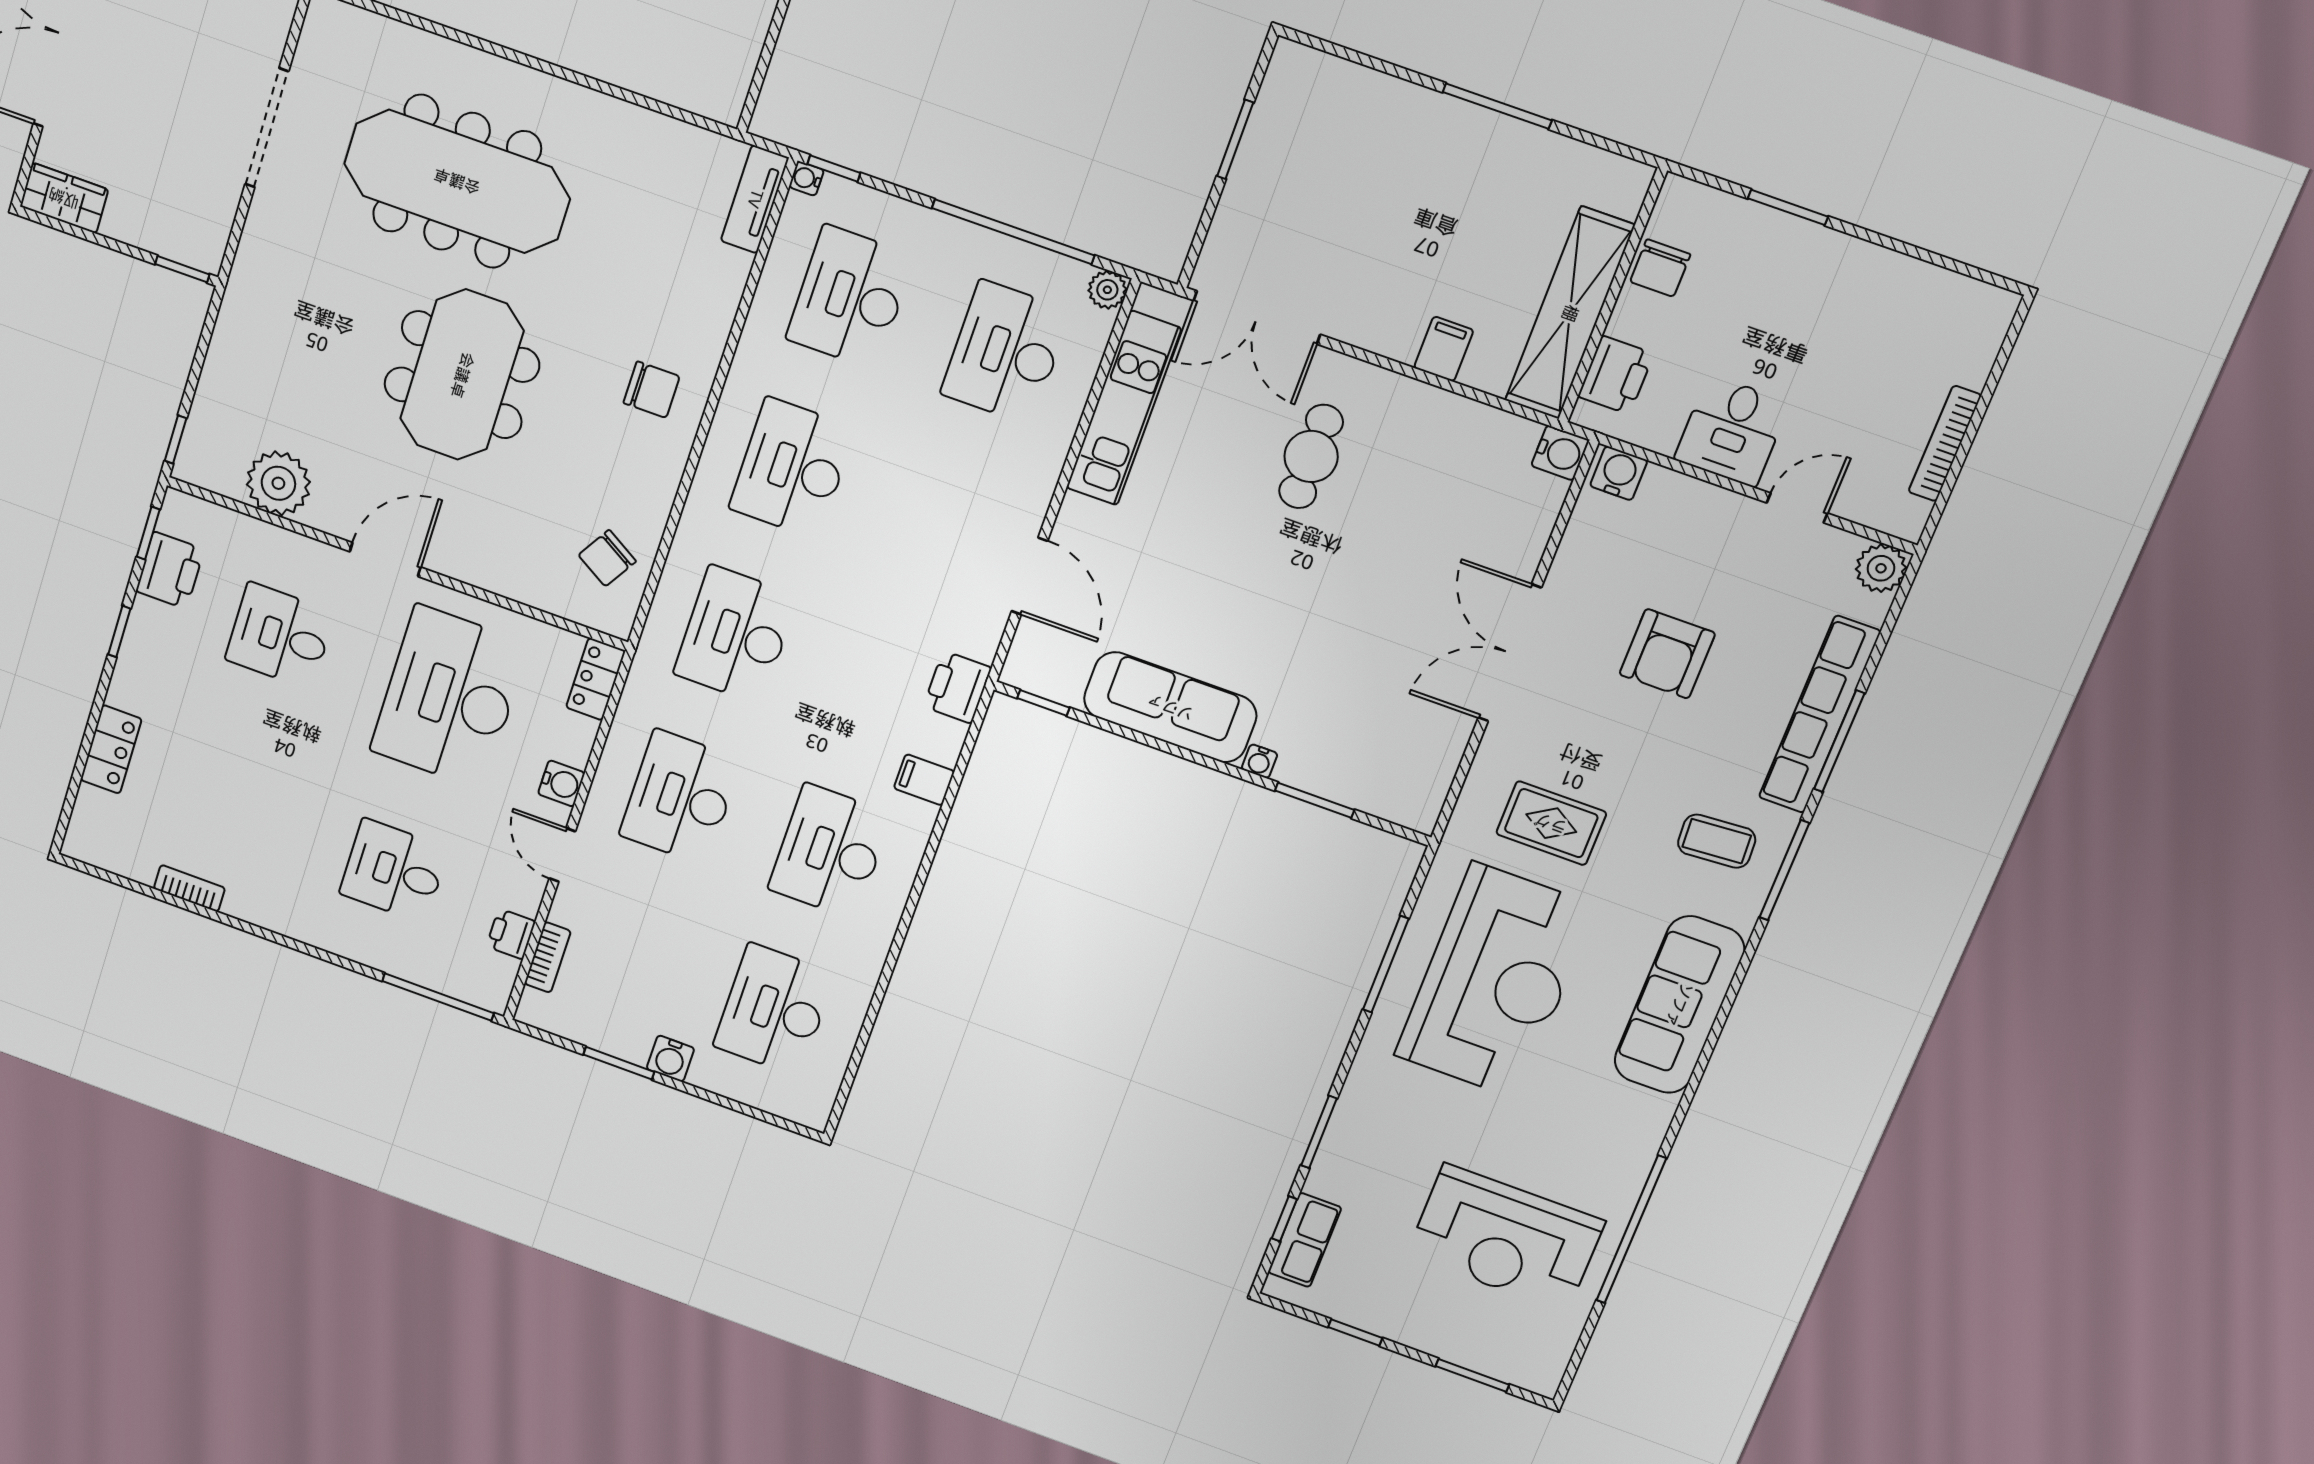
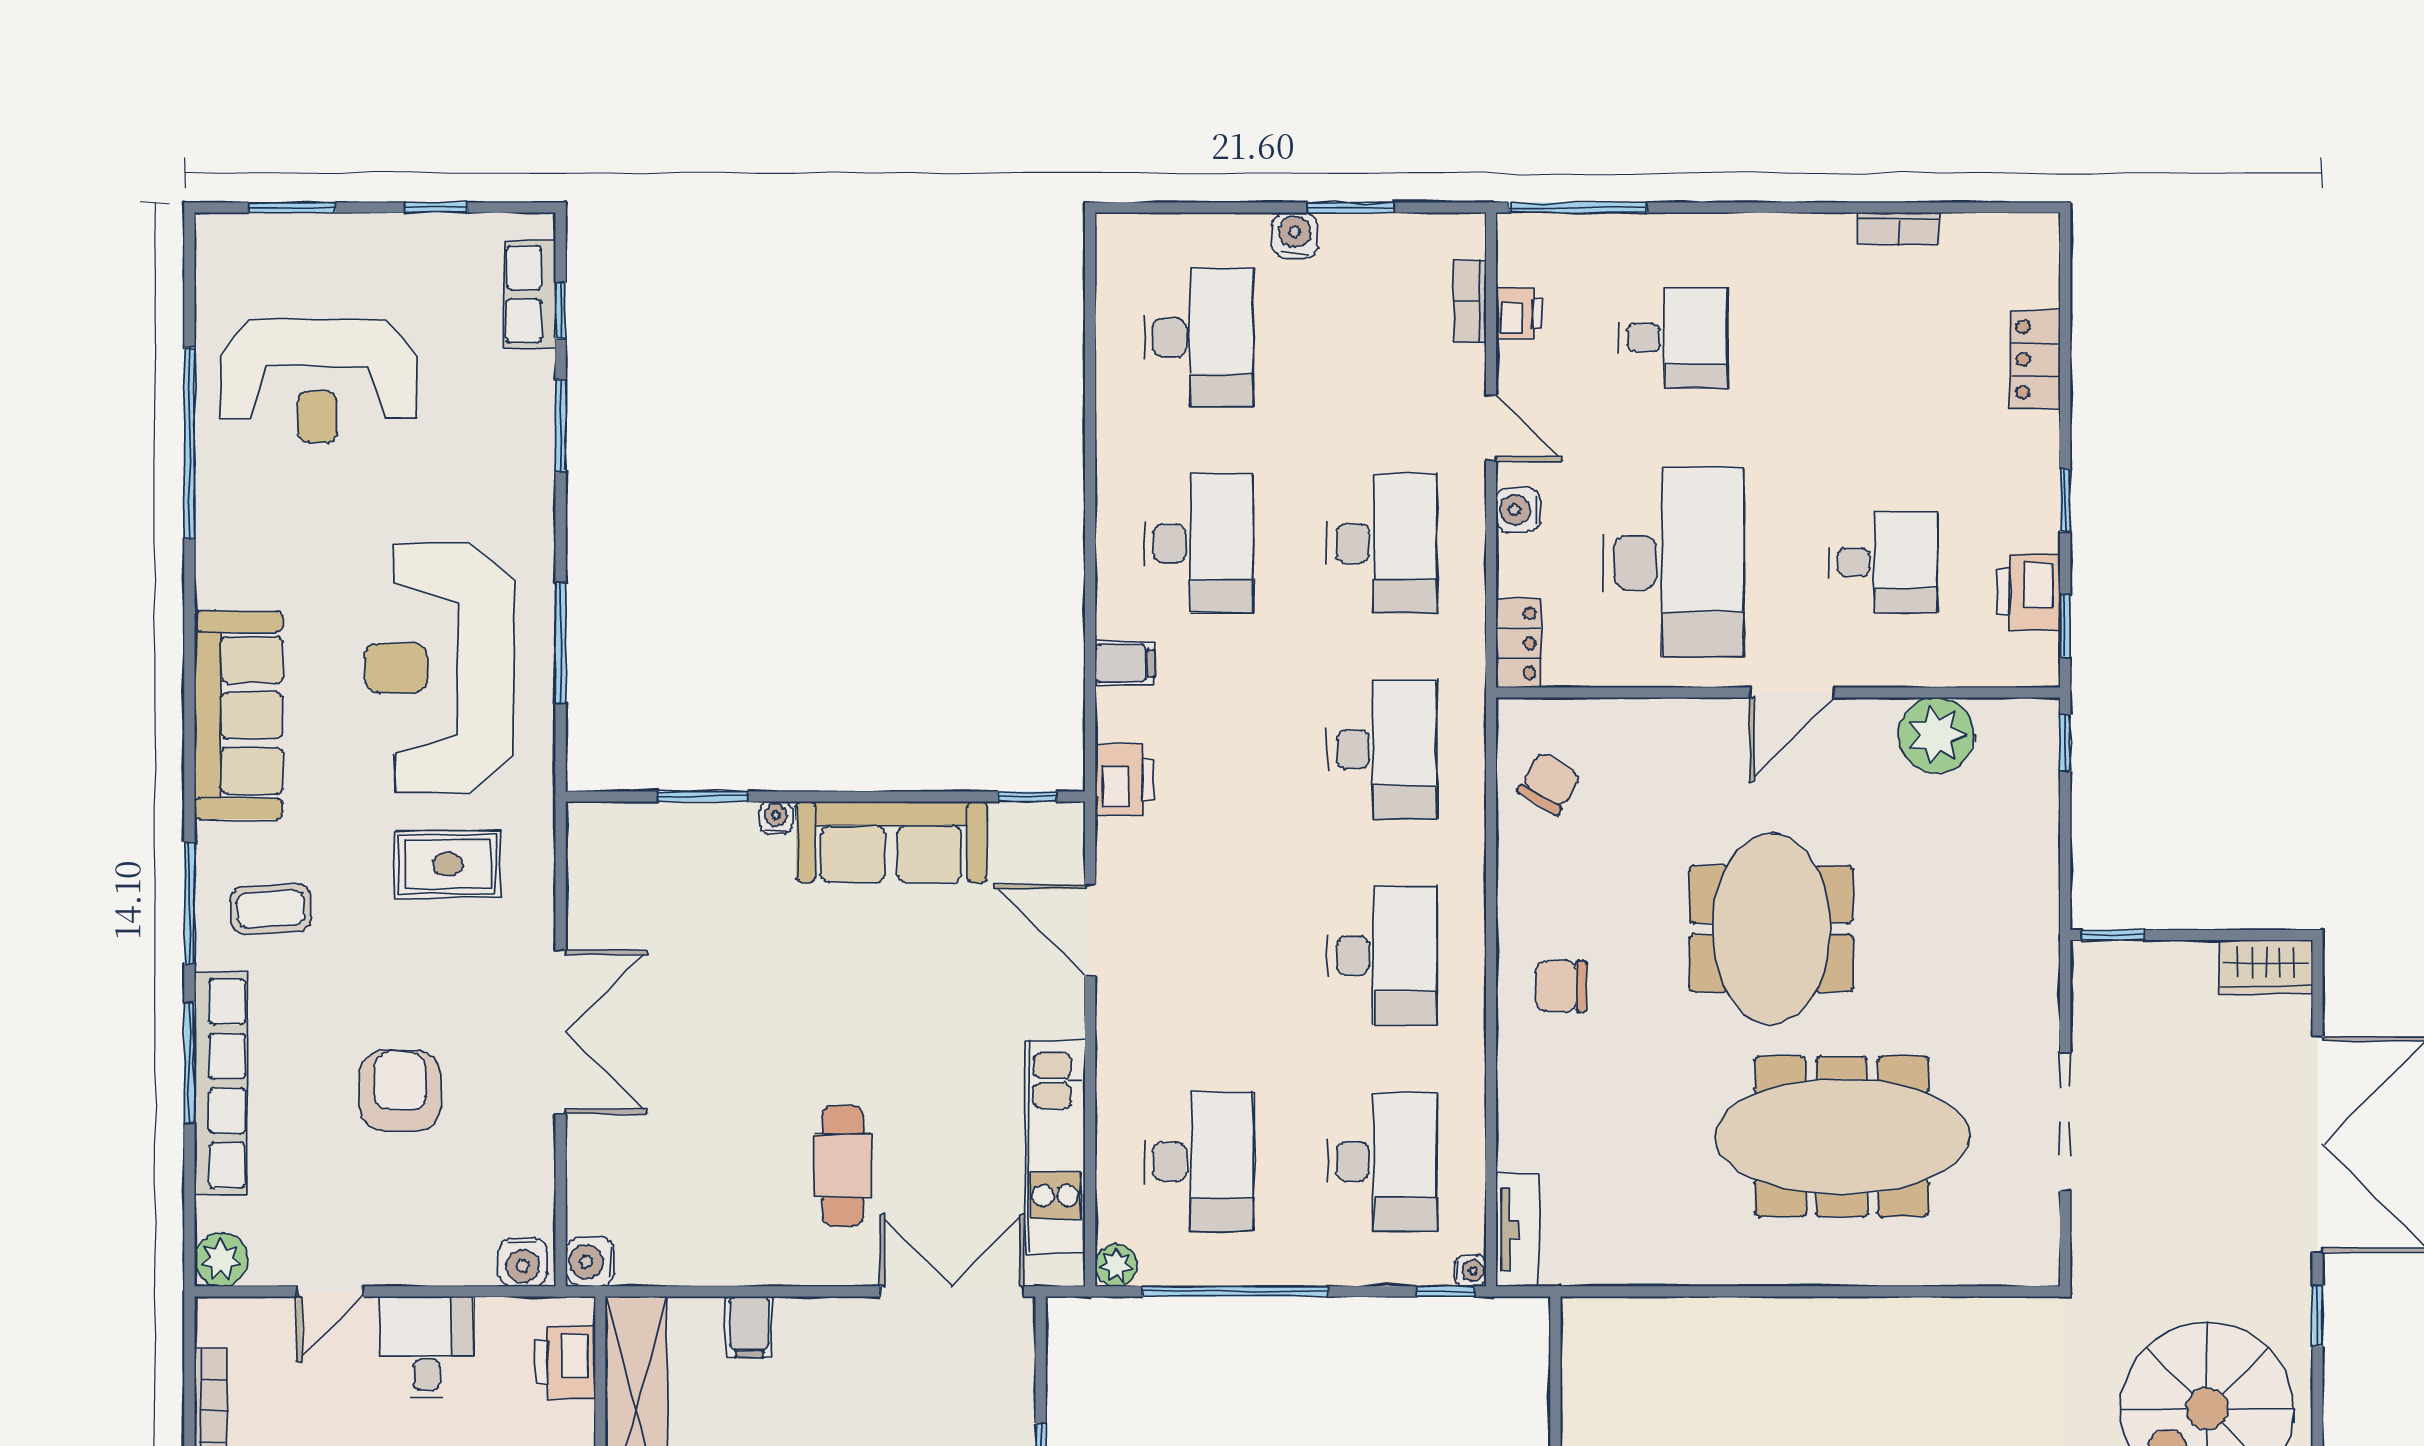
reception desk: (1506, 1238) -> (318, 381), turned 180

